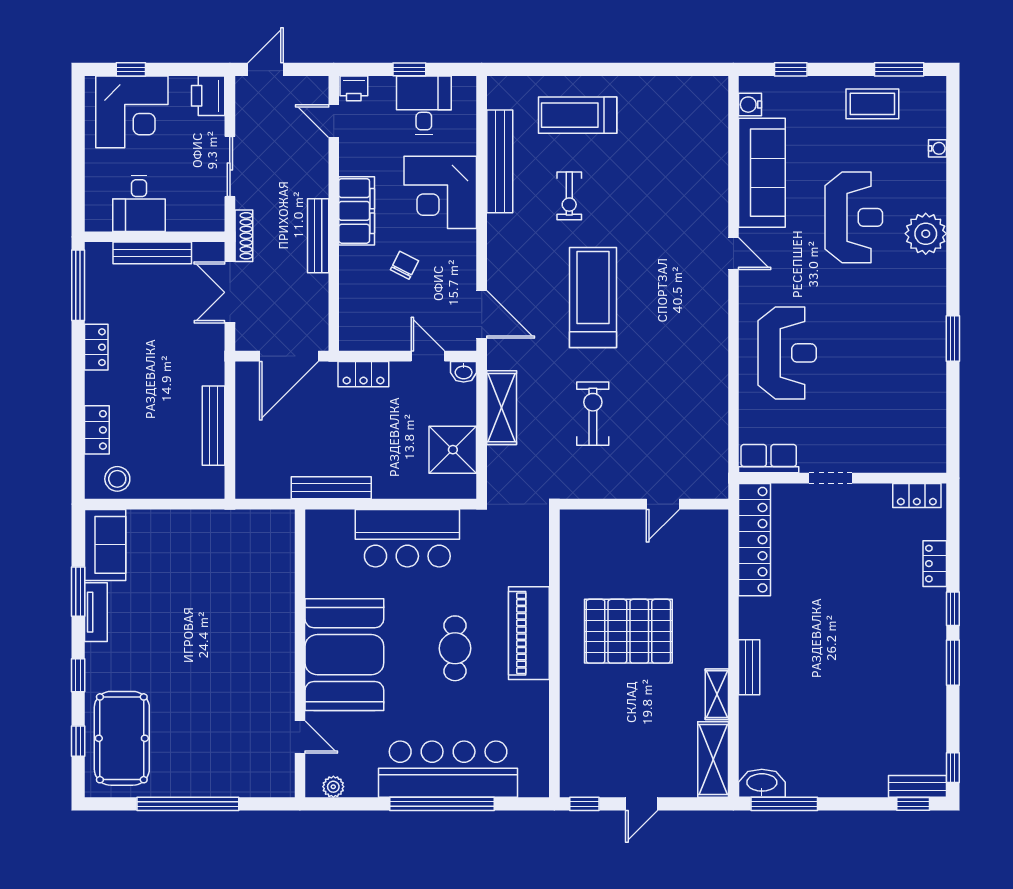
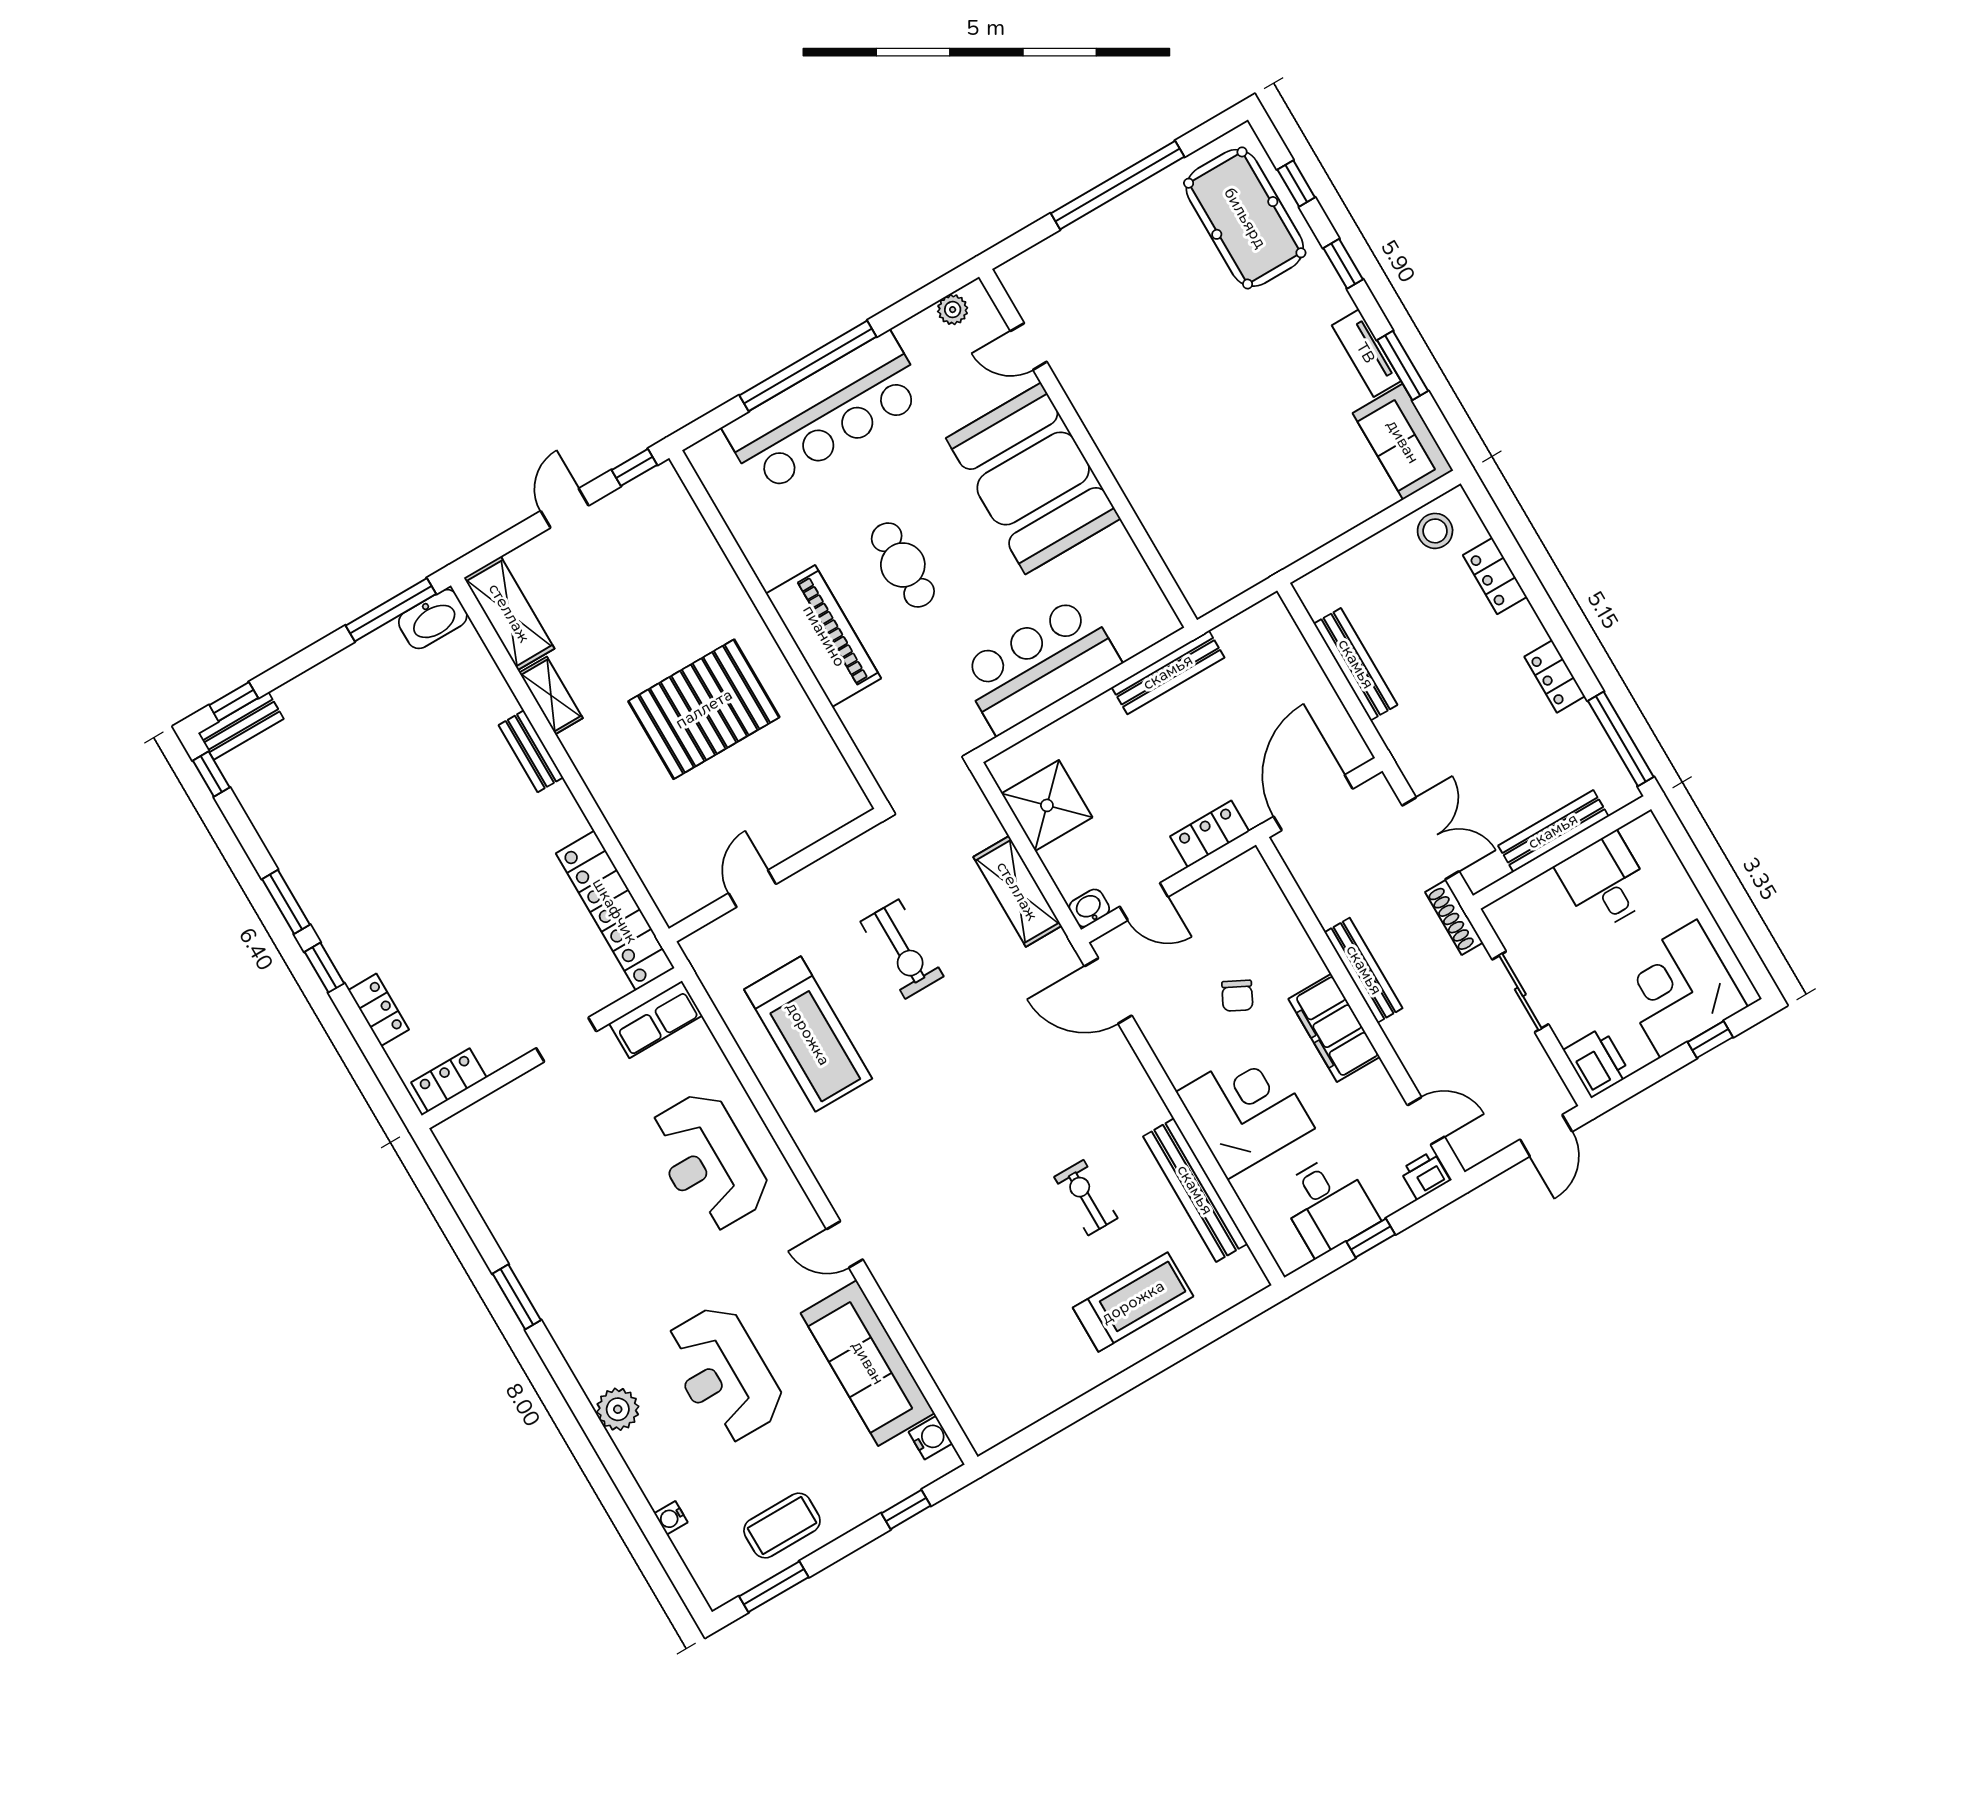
plant: (926, 234) -> (618, 1409), width x0.73, depth x0.73
treadmill: (593, 297) -> (808, 1034), moved

